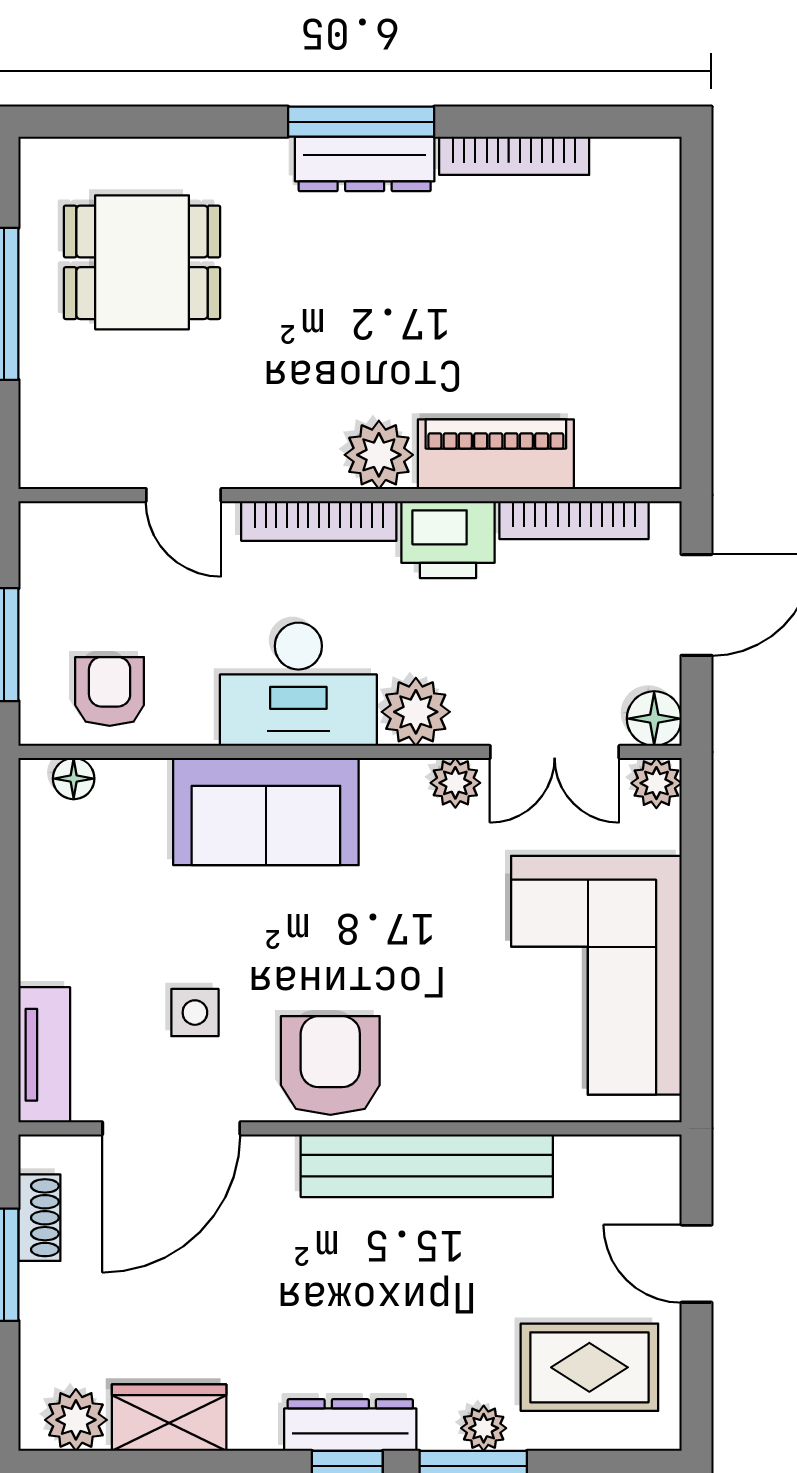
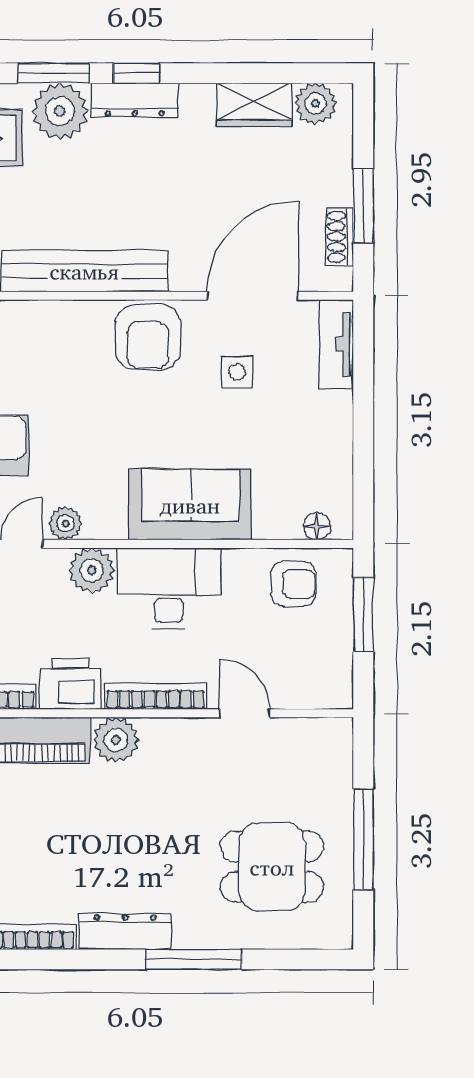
window: (361, 122) -> (194, 959), moved
armchair: (110, 691) -> (293, 584), turned -90
plant: (484, 1428) -> (60, 111), width x1.87, depth x1.87

